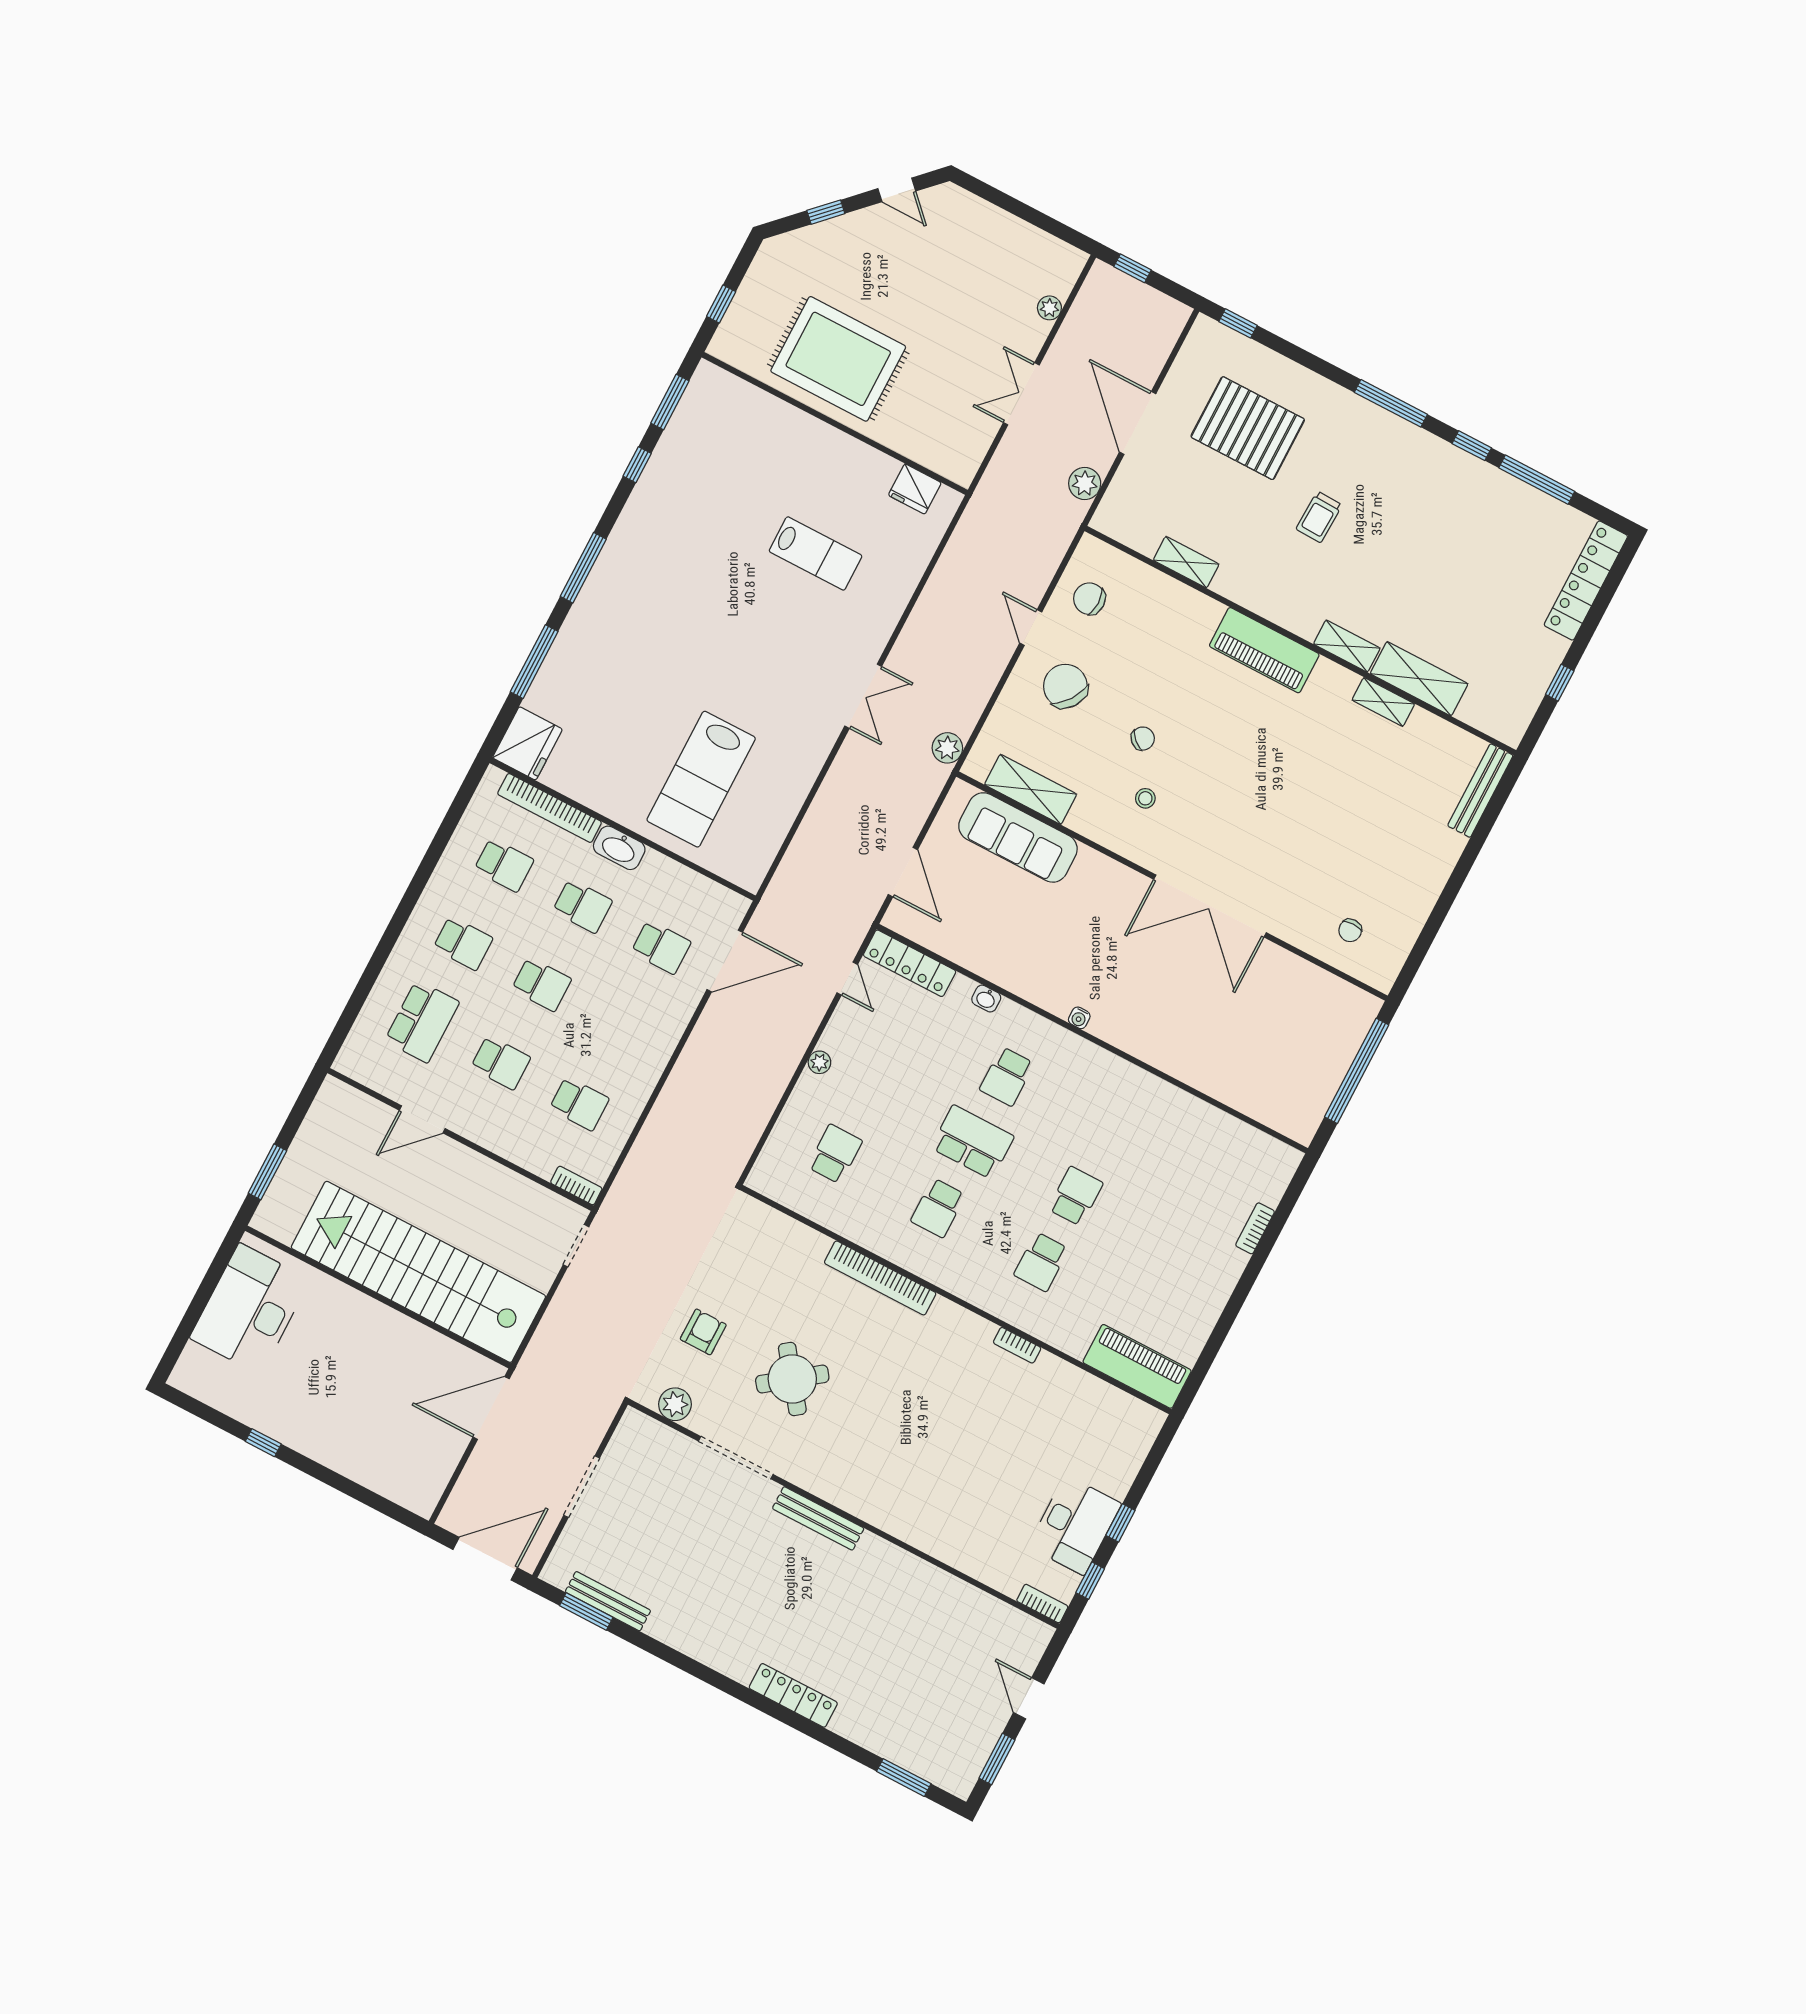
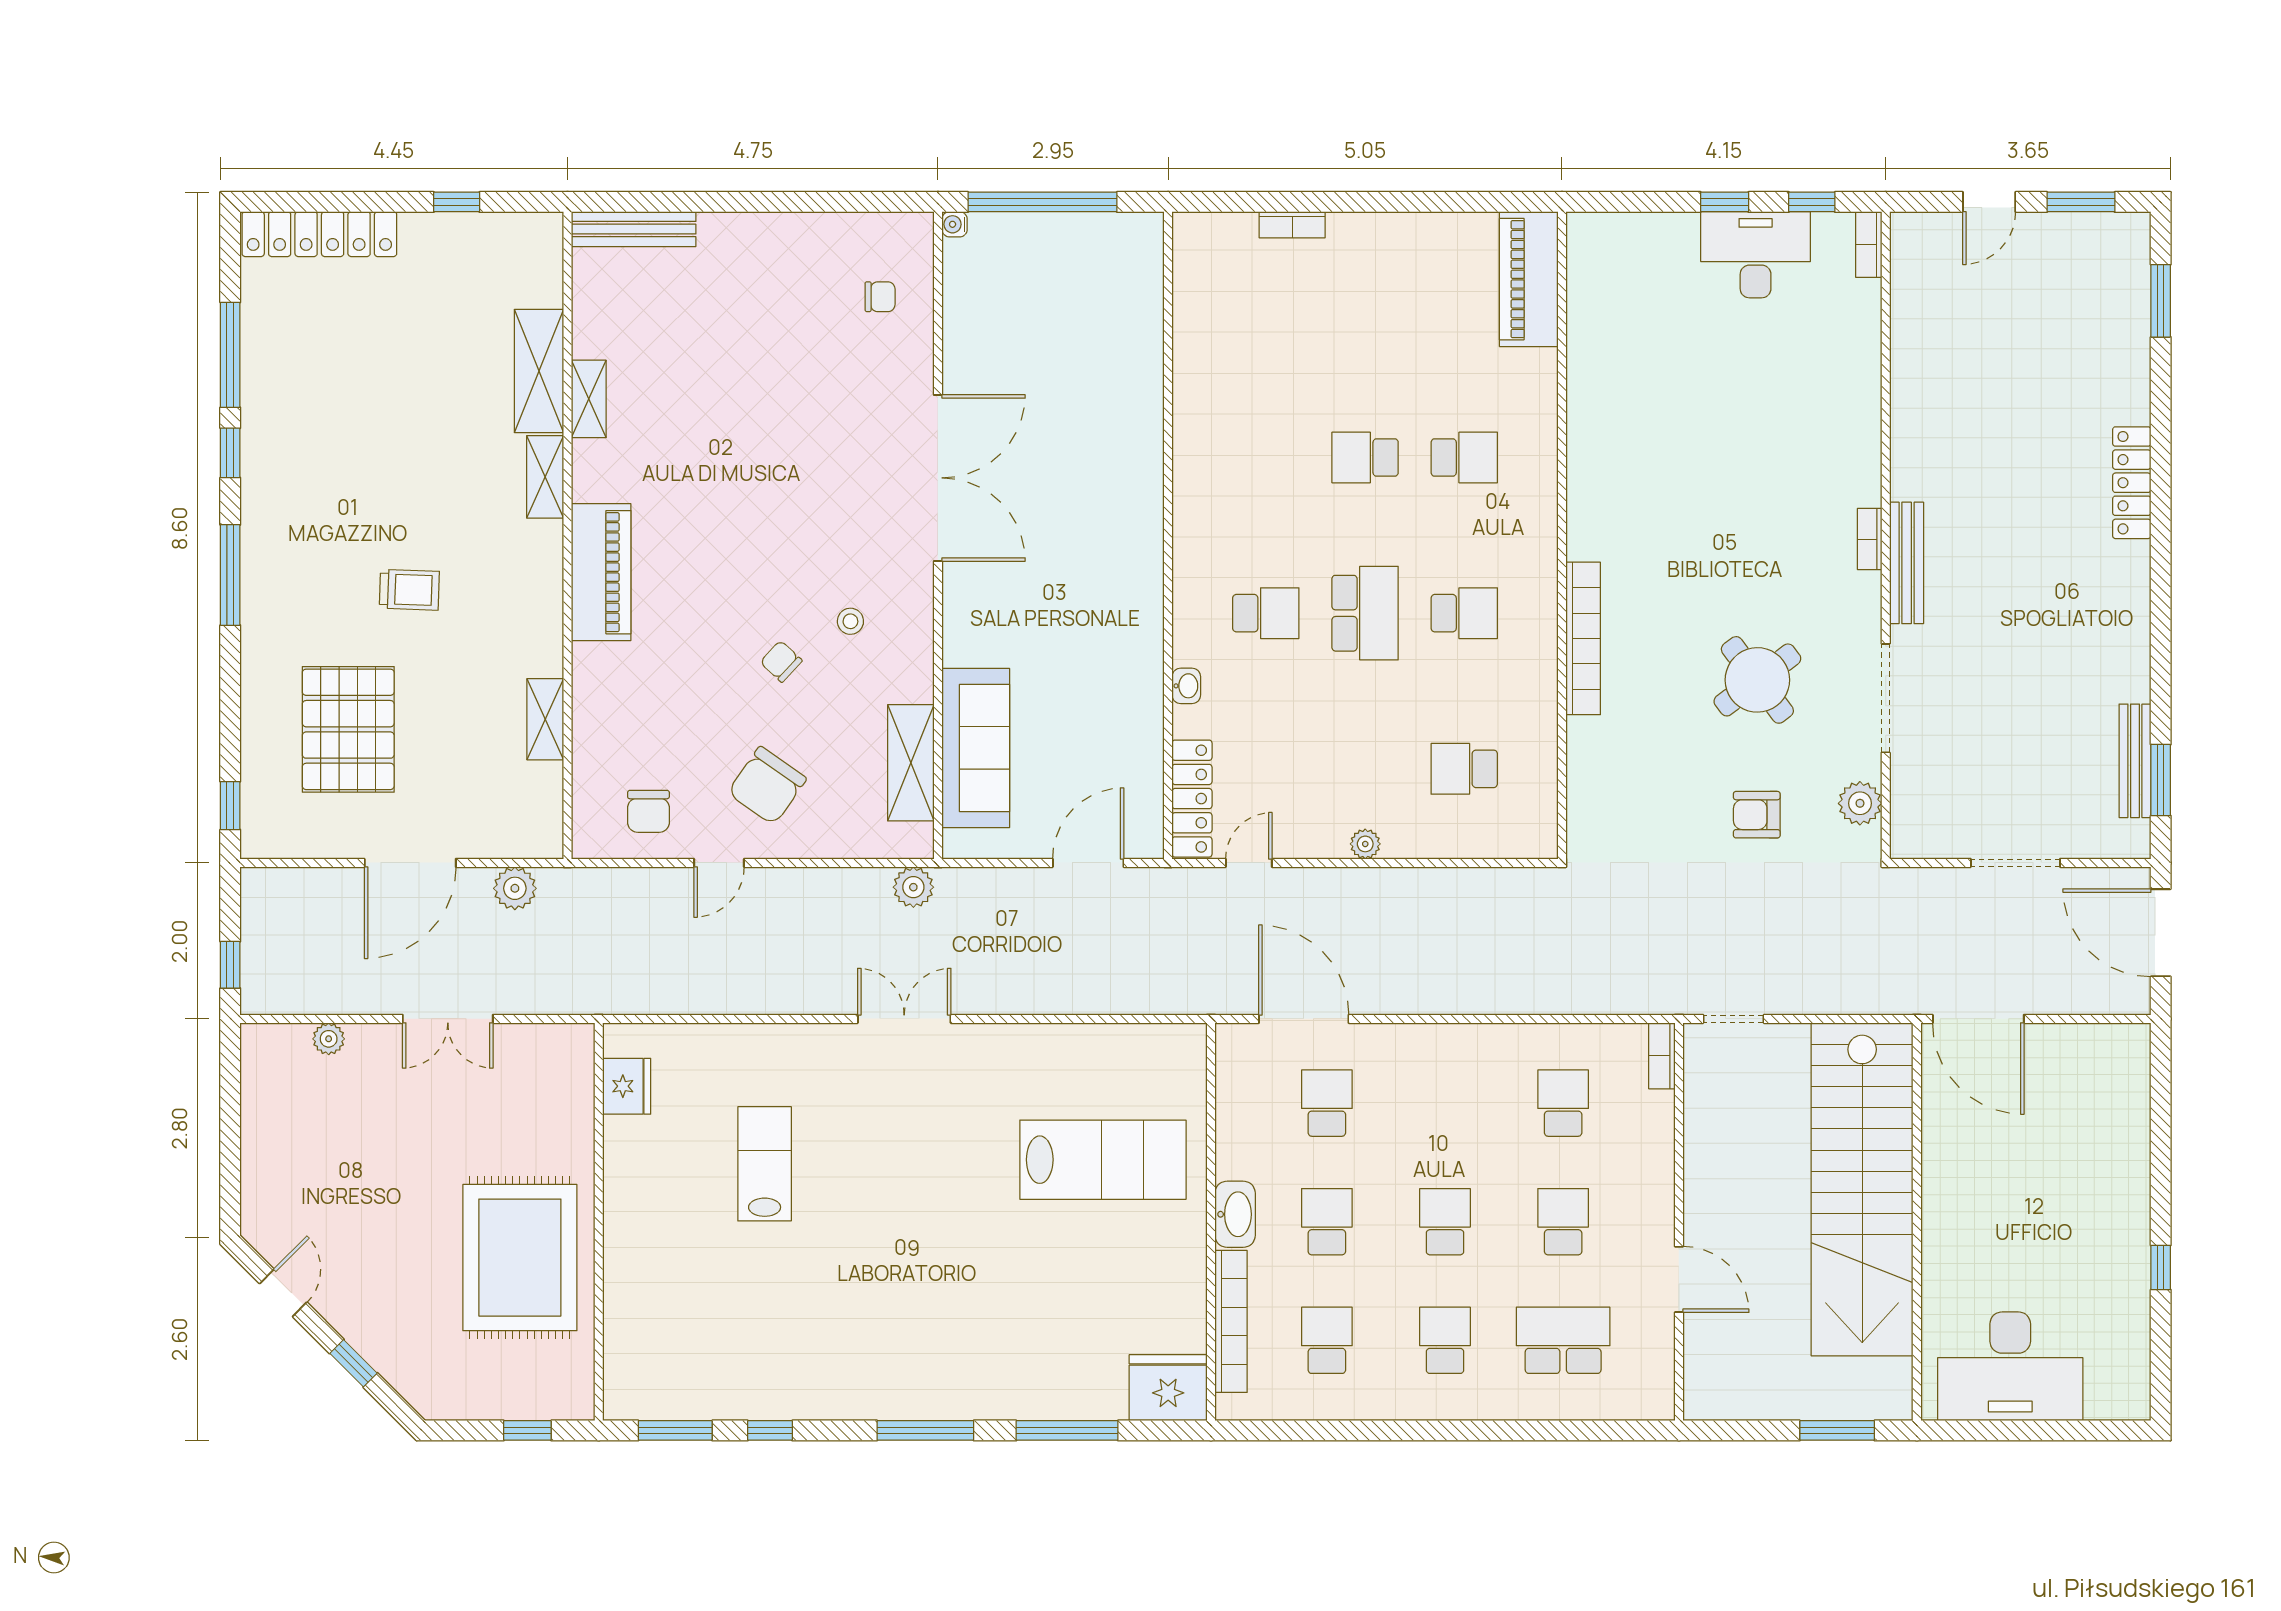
water cooler: (1079, 1018) -> (955, 224), moved, turned 180
school desk: (972, 1142) -> (1365, 613), turned 180
bookcase: (1017, 1345) -> (1870, 539), moved, turned 180

